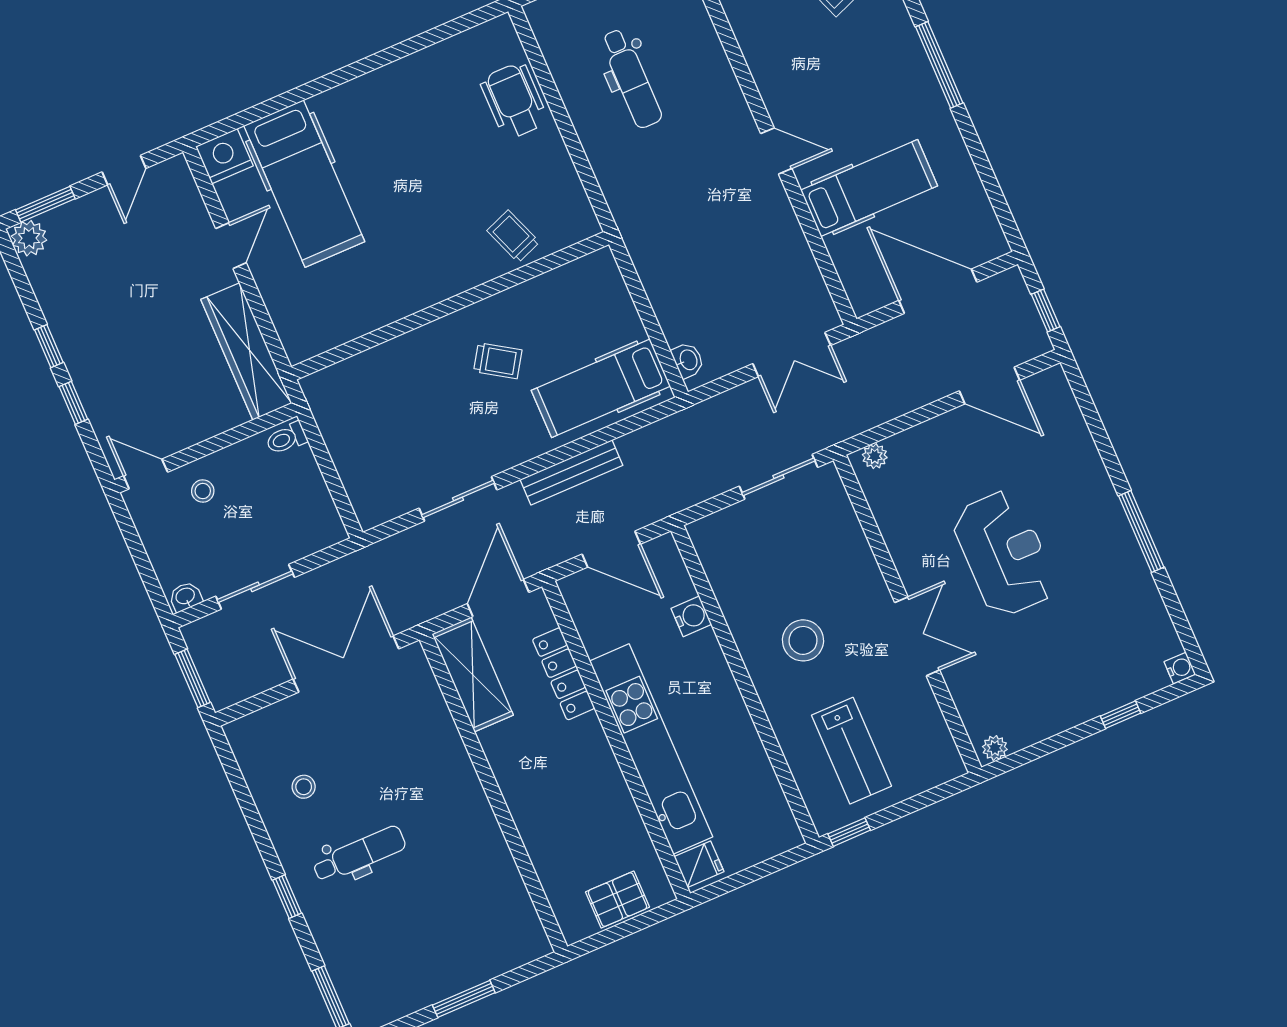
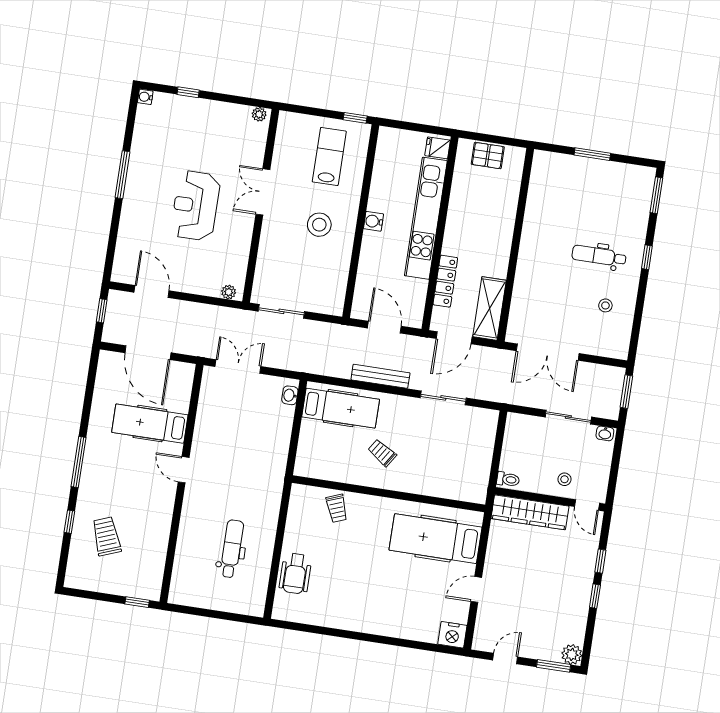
hospital bed: (304, 184) -> (436, 539), moved, turned -90
wardrobe: (246, 351) -> (530, 512), moved, turned 90
water cooler: (691, 616) -> (374, 221), moved

